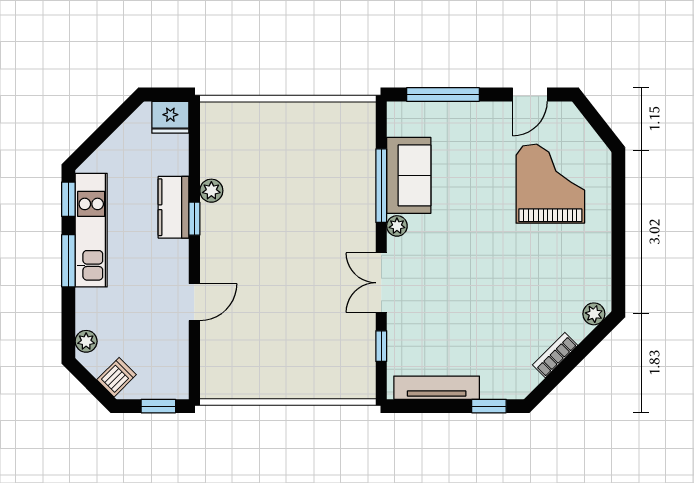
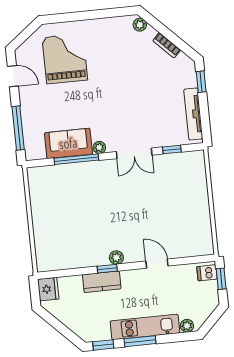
grand piano: (550, 184) -> (65, 59), turned 90
plant: (211, 191) -> (116, 258), moved
kitchen unit: (91, 230) -> (145, 327), moved
dishwasher: (117, 377) -> (207, 273), moved, turned -45

